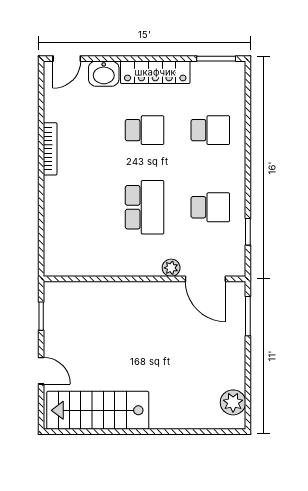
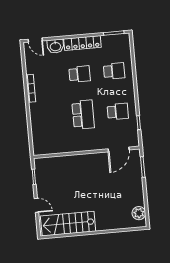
door: (67, 59) -> (35, 40), hinge flipped
plant: (171, 268) -> (100, 145), removed
door: (205, 279) -> (119, 149), hinge flipped

